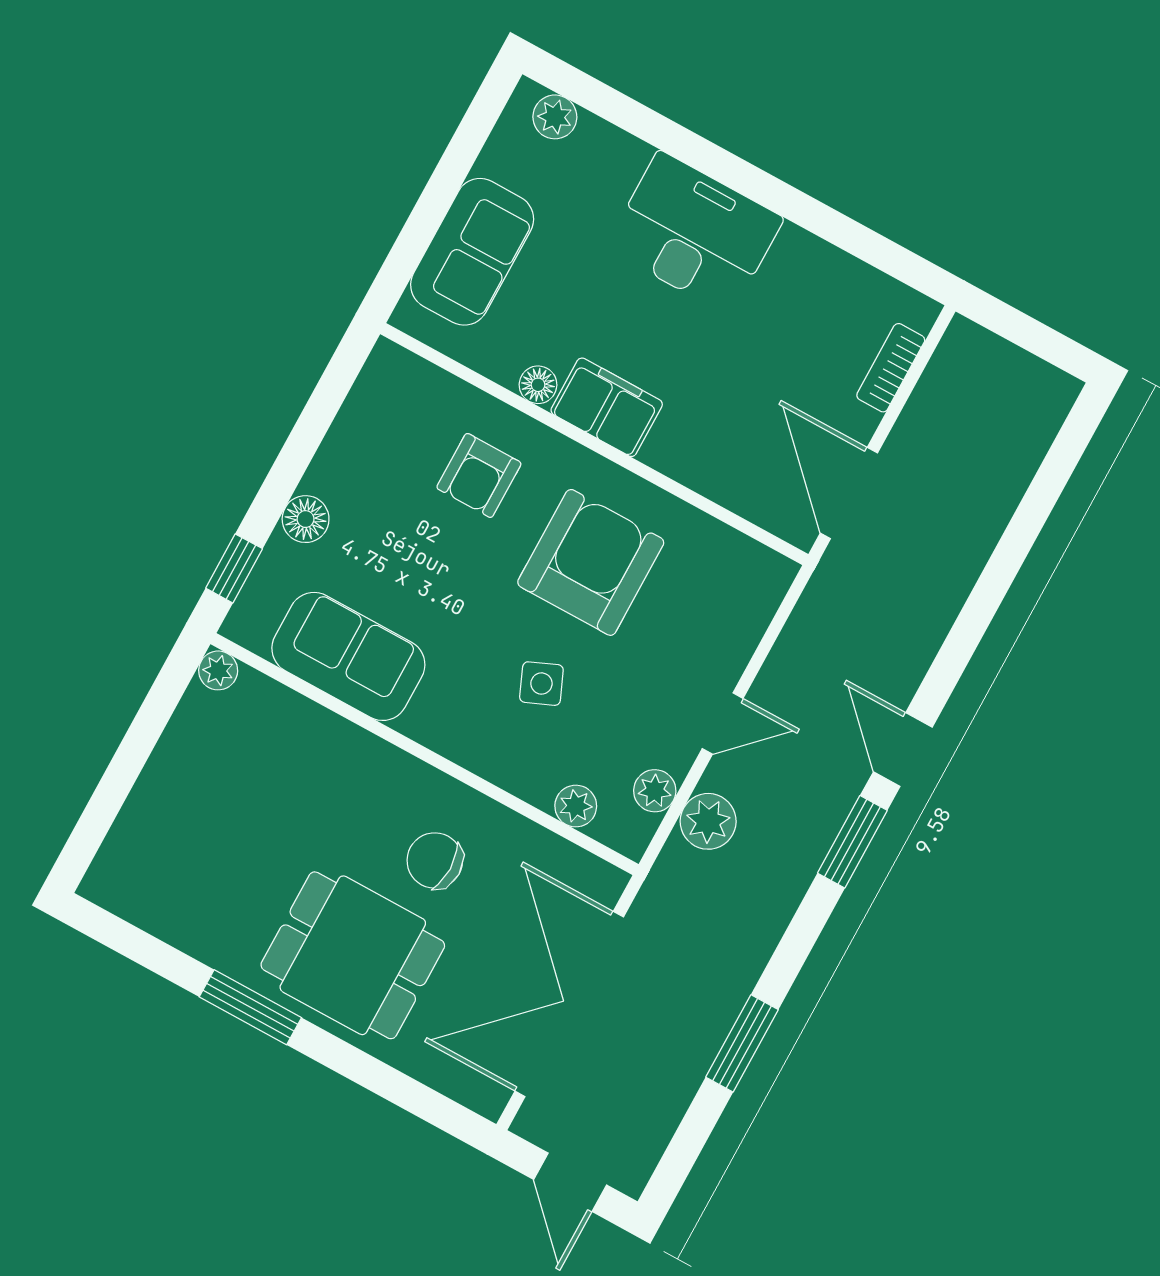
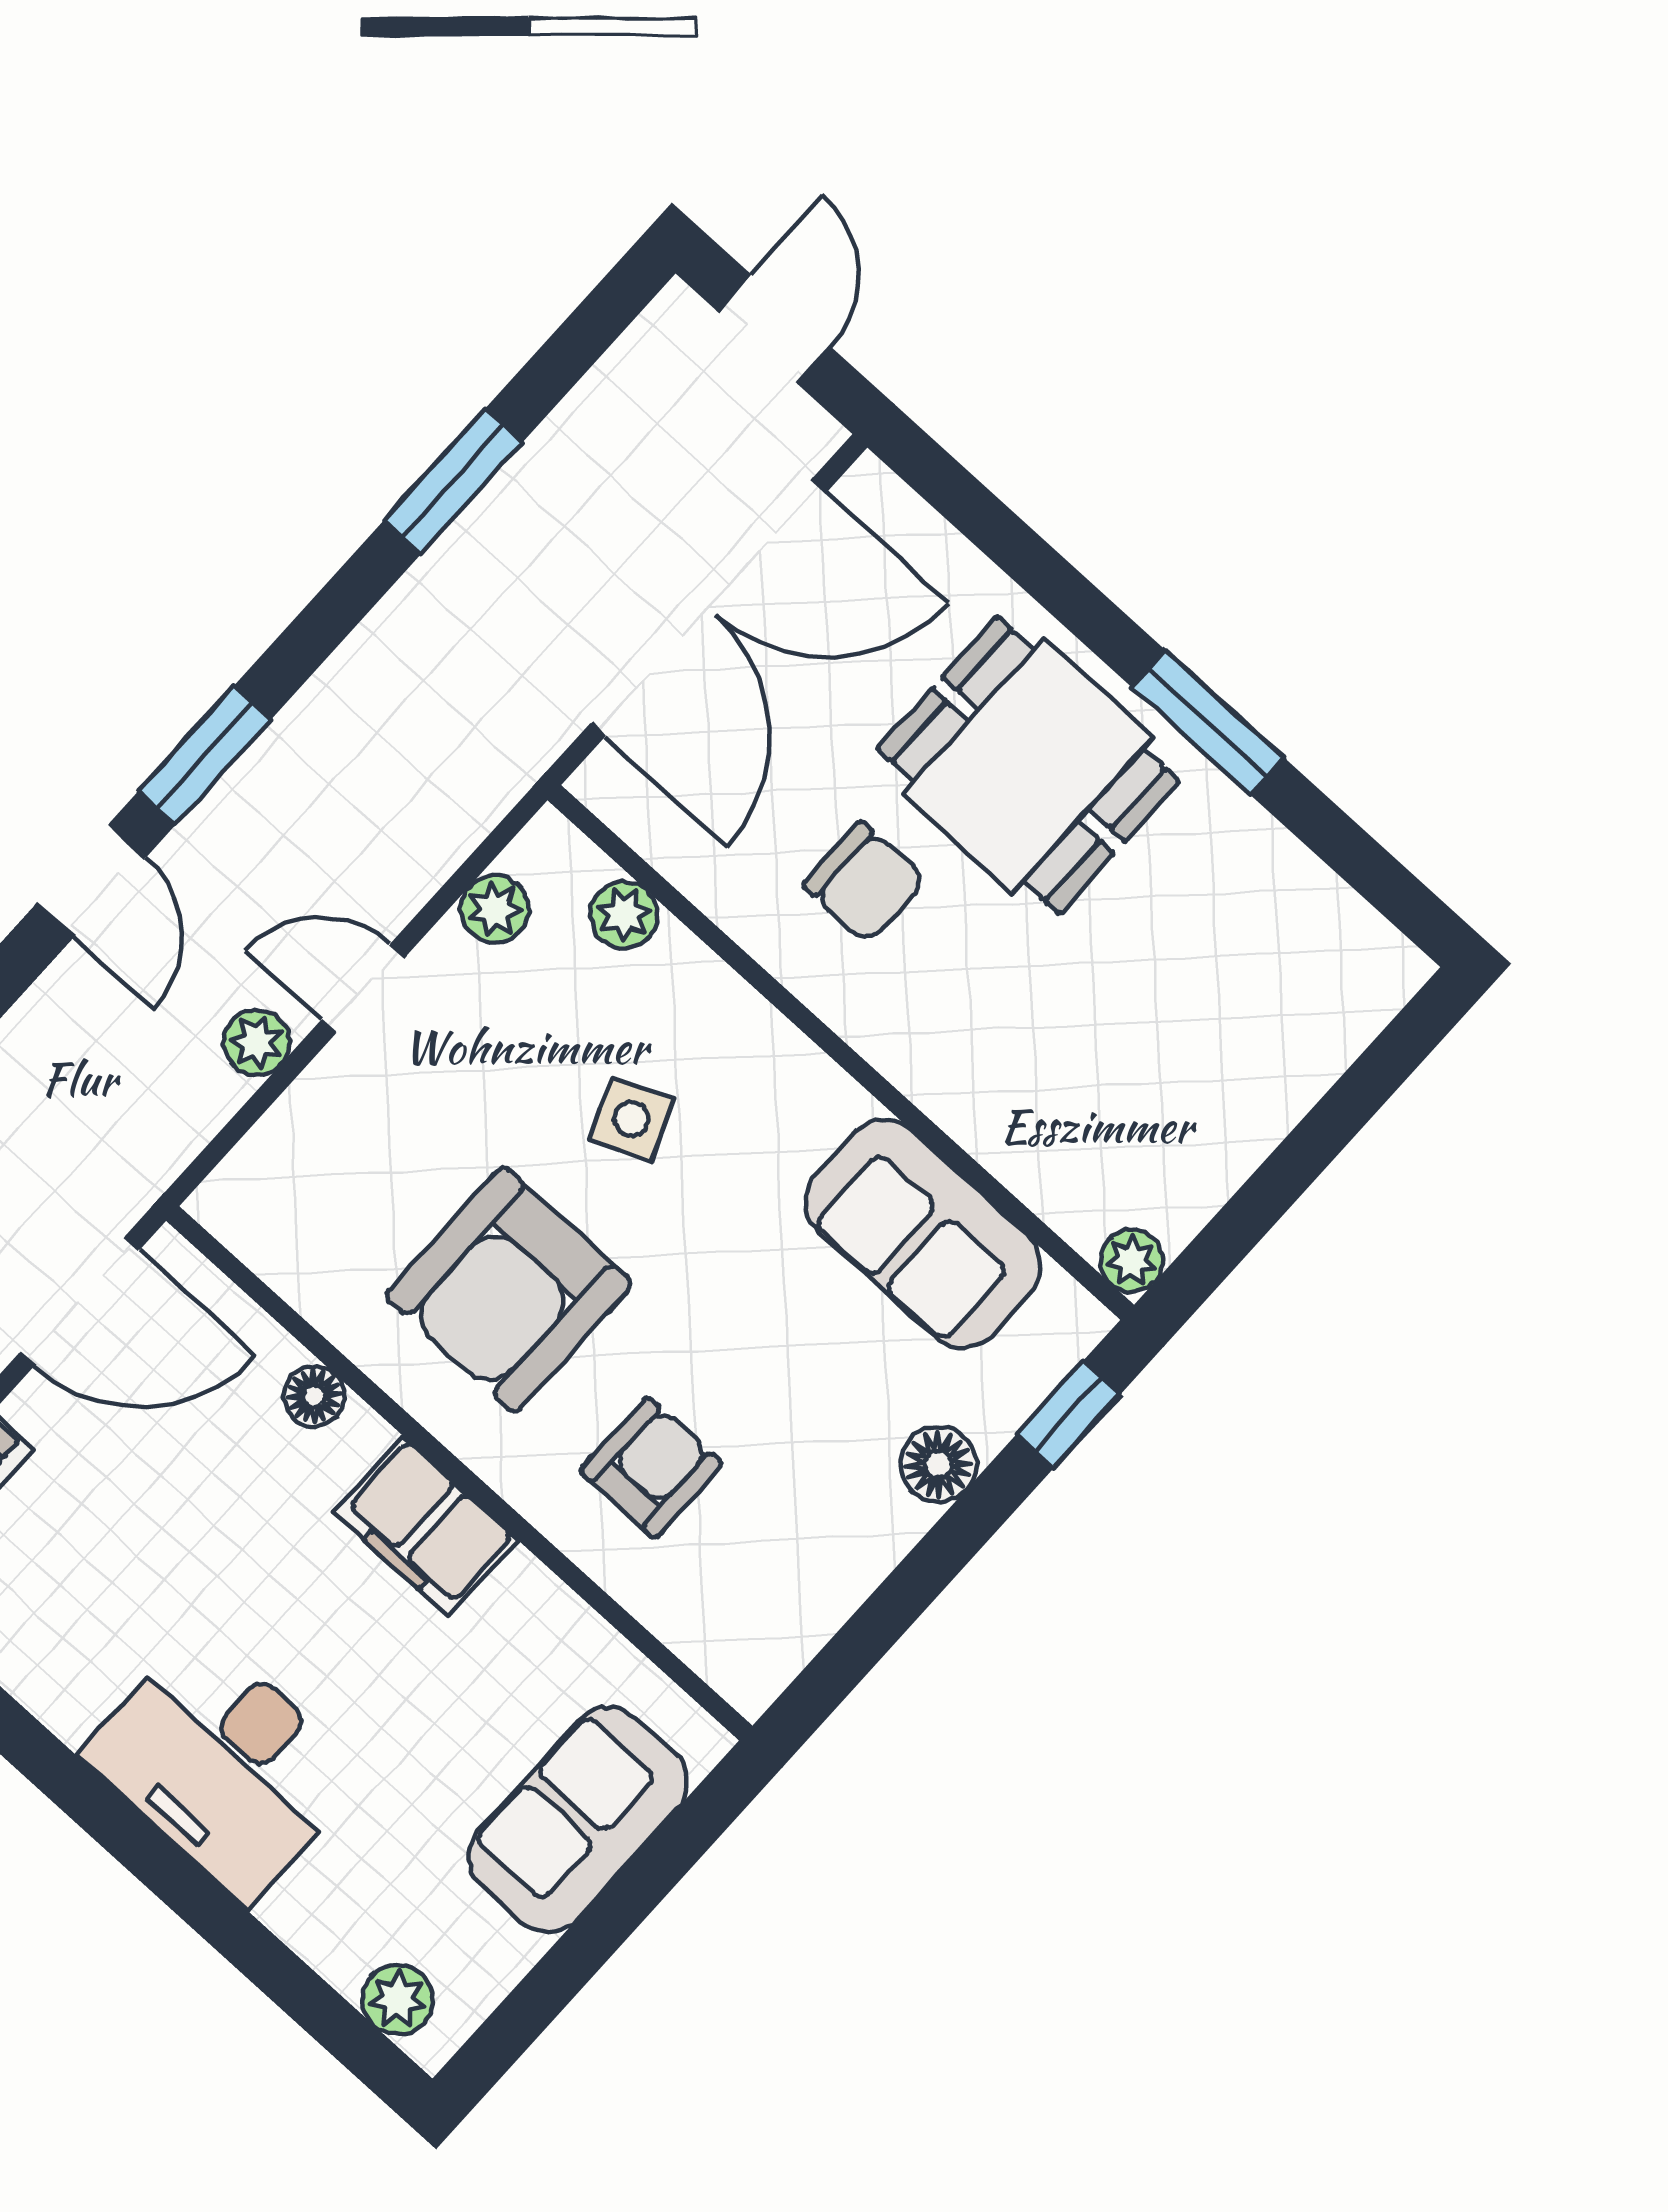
floor lamp: (538, 385) -> (314, 1396), moved
door: (849, 493) -> (80, 1301), hinge flipped
plant: (708, 821) -> (257, 1042), moved, width x0.73, depth x0.73

